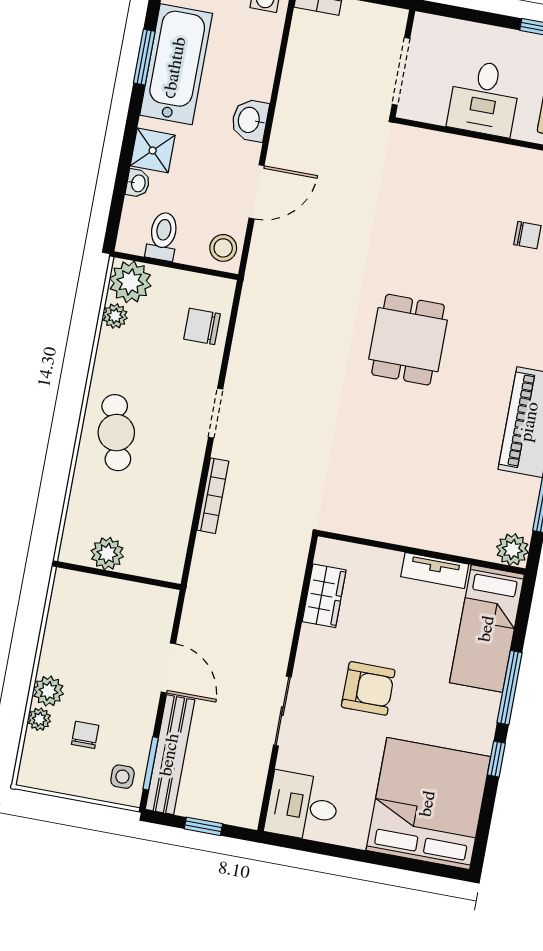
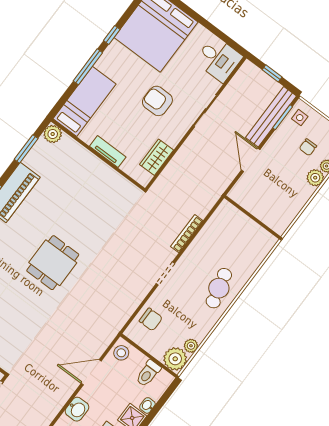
plant: (107, 554) -> (253, 231), removed
tv unit: (435, 570) -> (108, 152), moved

